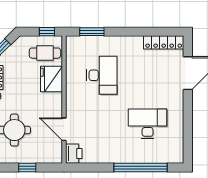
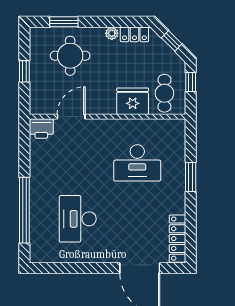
window: (47, 32) -> (191, 82), moved
window: (92, 32) -> (191, 177), moved
desk: (148, 124) -> (78, 219), turned 180

